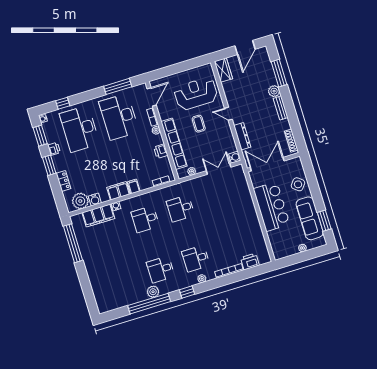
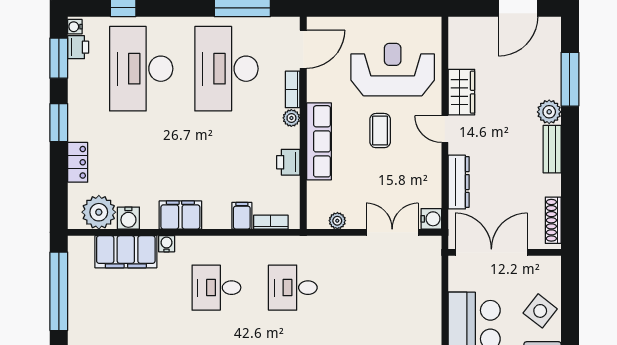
wardrobe: (223, 70) -> (461, 92), moved
row of seats: (174, 144) -> (319, 141), width x0.73
printer: (54, 149) -> (78, 47), moved
filing cabinet: (134, 187) -> (242, 216), moved

